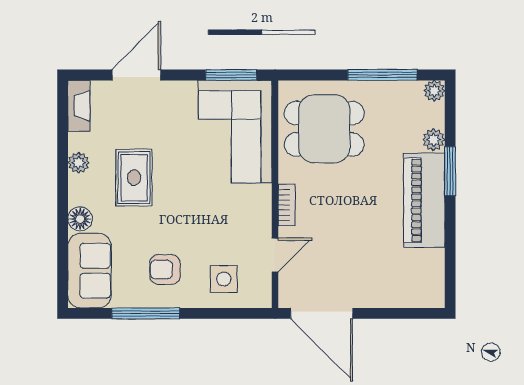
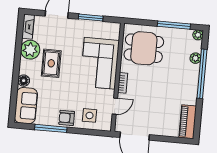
window: (231, 75) -> (91, 18), moved
corner sofa: (235, 132) -> (100, 63), moved
plant: (79, 163) -> (30, 50), width x1.88, depth x1.88
window: (450, 171) -> (202, 74), width x2.11
piano: (424, 200) -> (188, 122), moved, width x0.73, depth x0.75
armchair: (165, 270) -> (67, 118), moved

